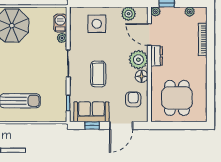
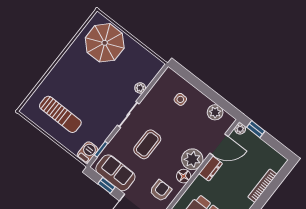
plant: (190, 12) -> (270, 152), removed
barbecue: (60, 23) -> (87, 152), moved
side table: (97, 24) -> (180, 99), width x0.54, depth x0.54
door: (149, 35) -> (219, 145), swing flipped

